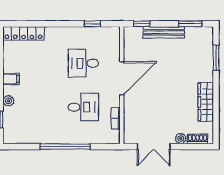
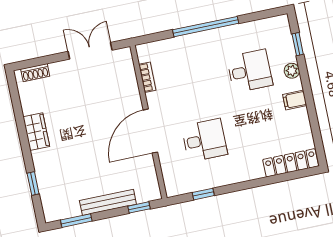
window: (216, 58) -> (33, 183), width x0.67
wardrobe: (206, 102) -> (36, 132), width x0.67
desk: (83, 107) -> (250, 71), moved, turned 180
plant: (181, 138) -> (57, 69), removed

